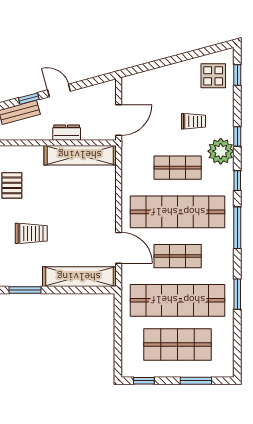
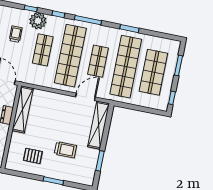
trolley: (31, 233) -> (65, 150), turned 90

